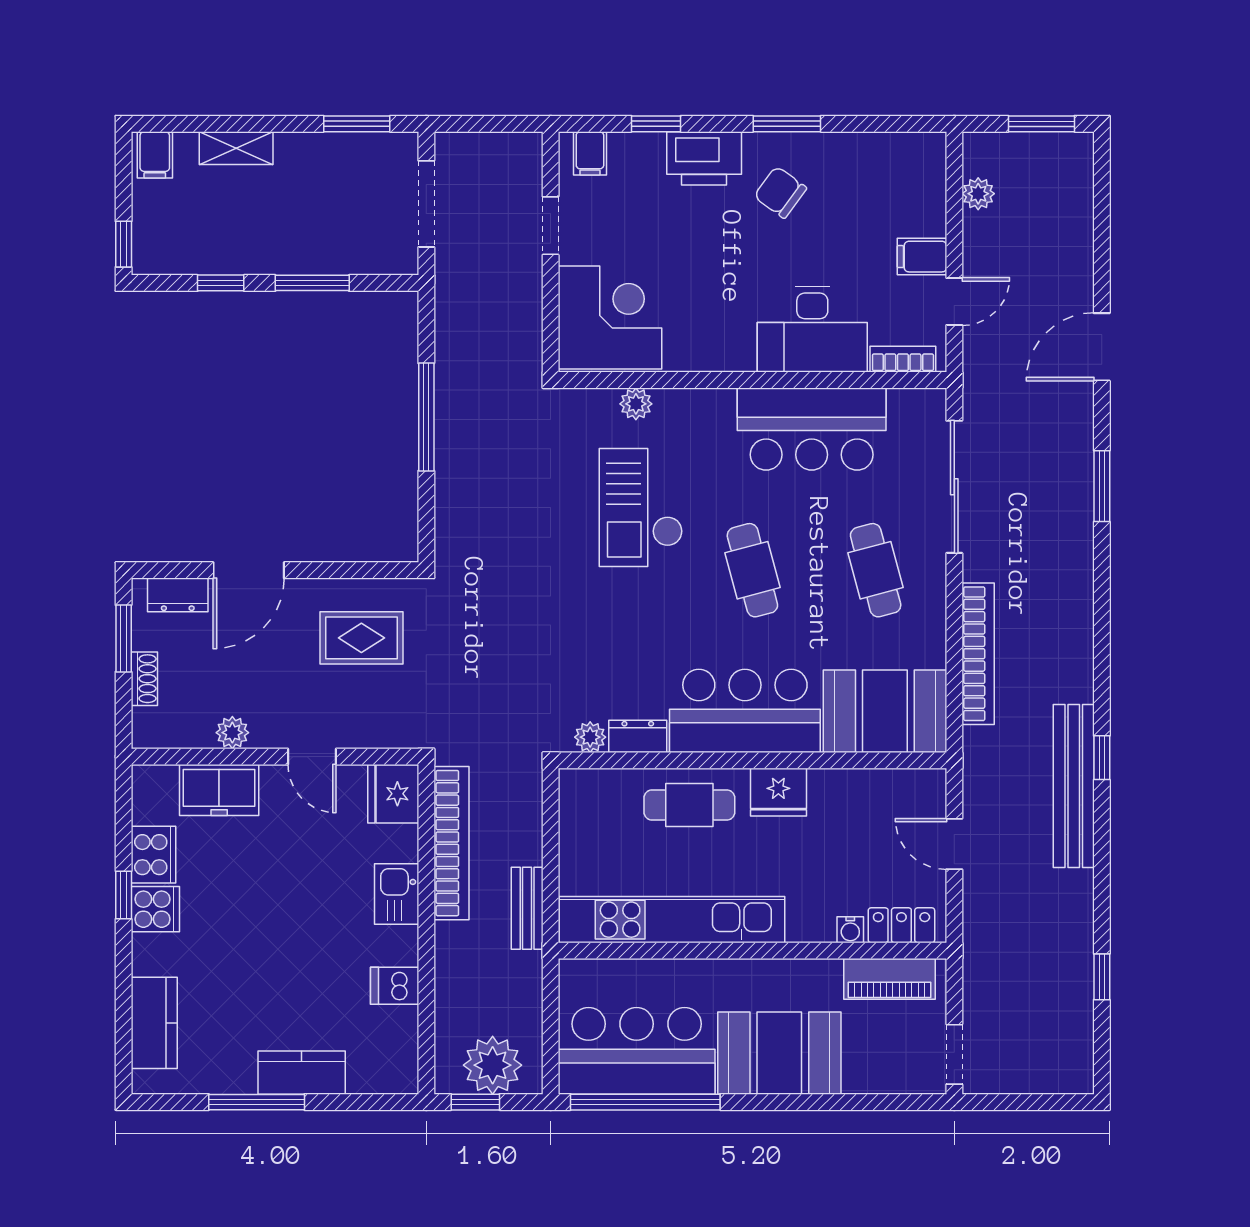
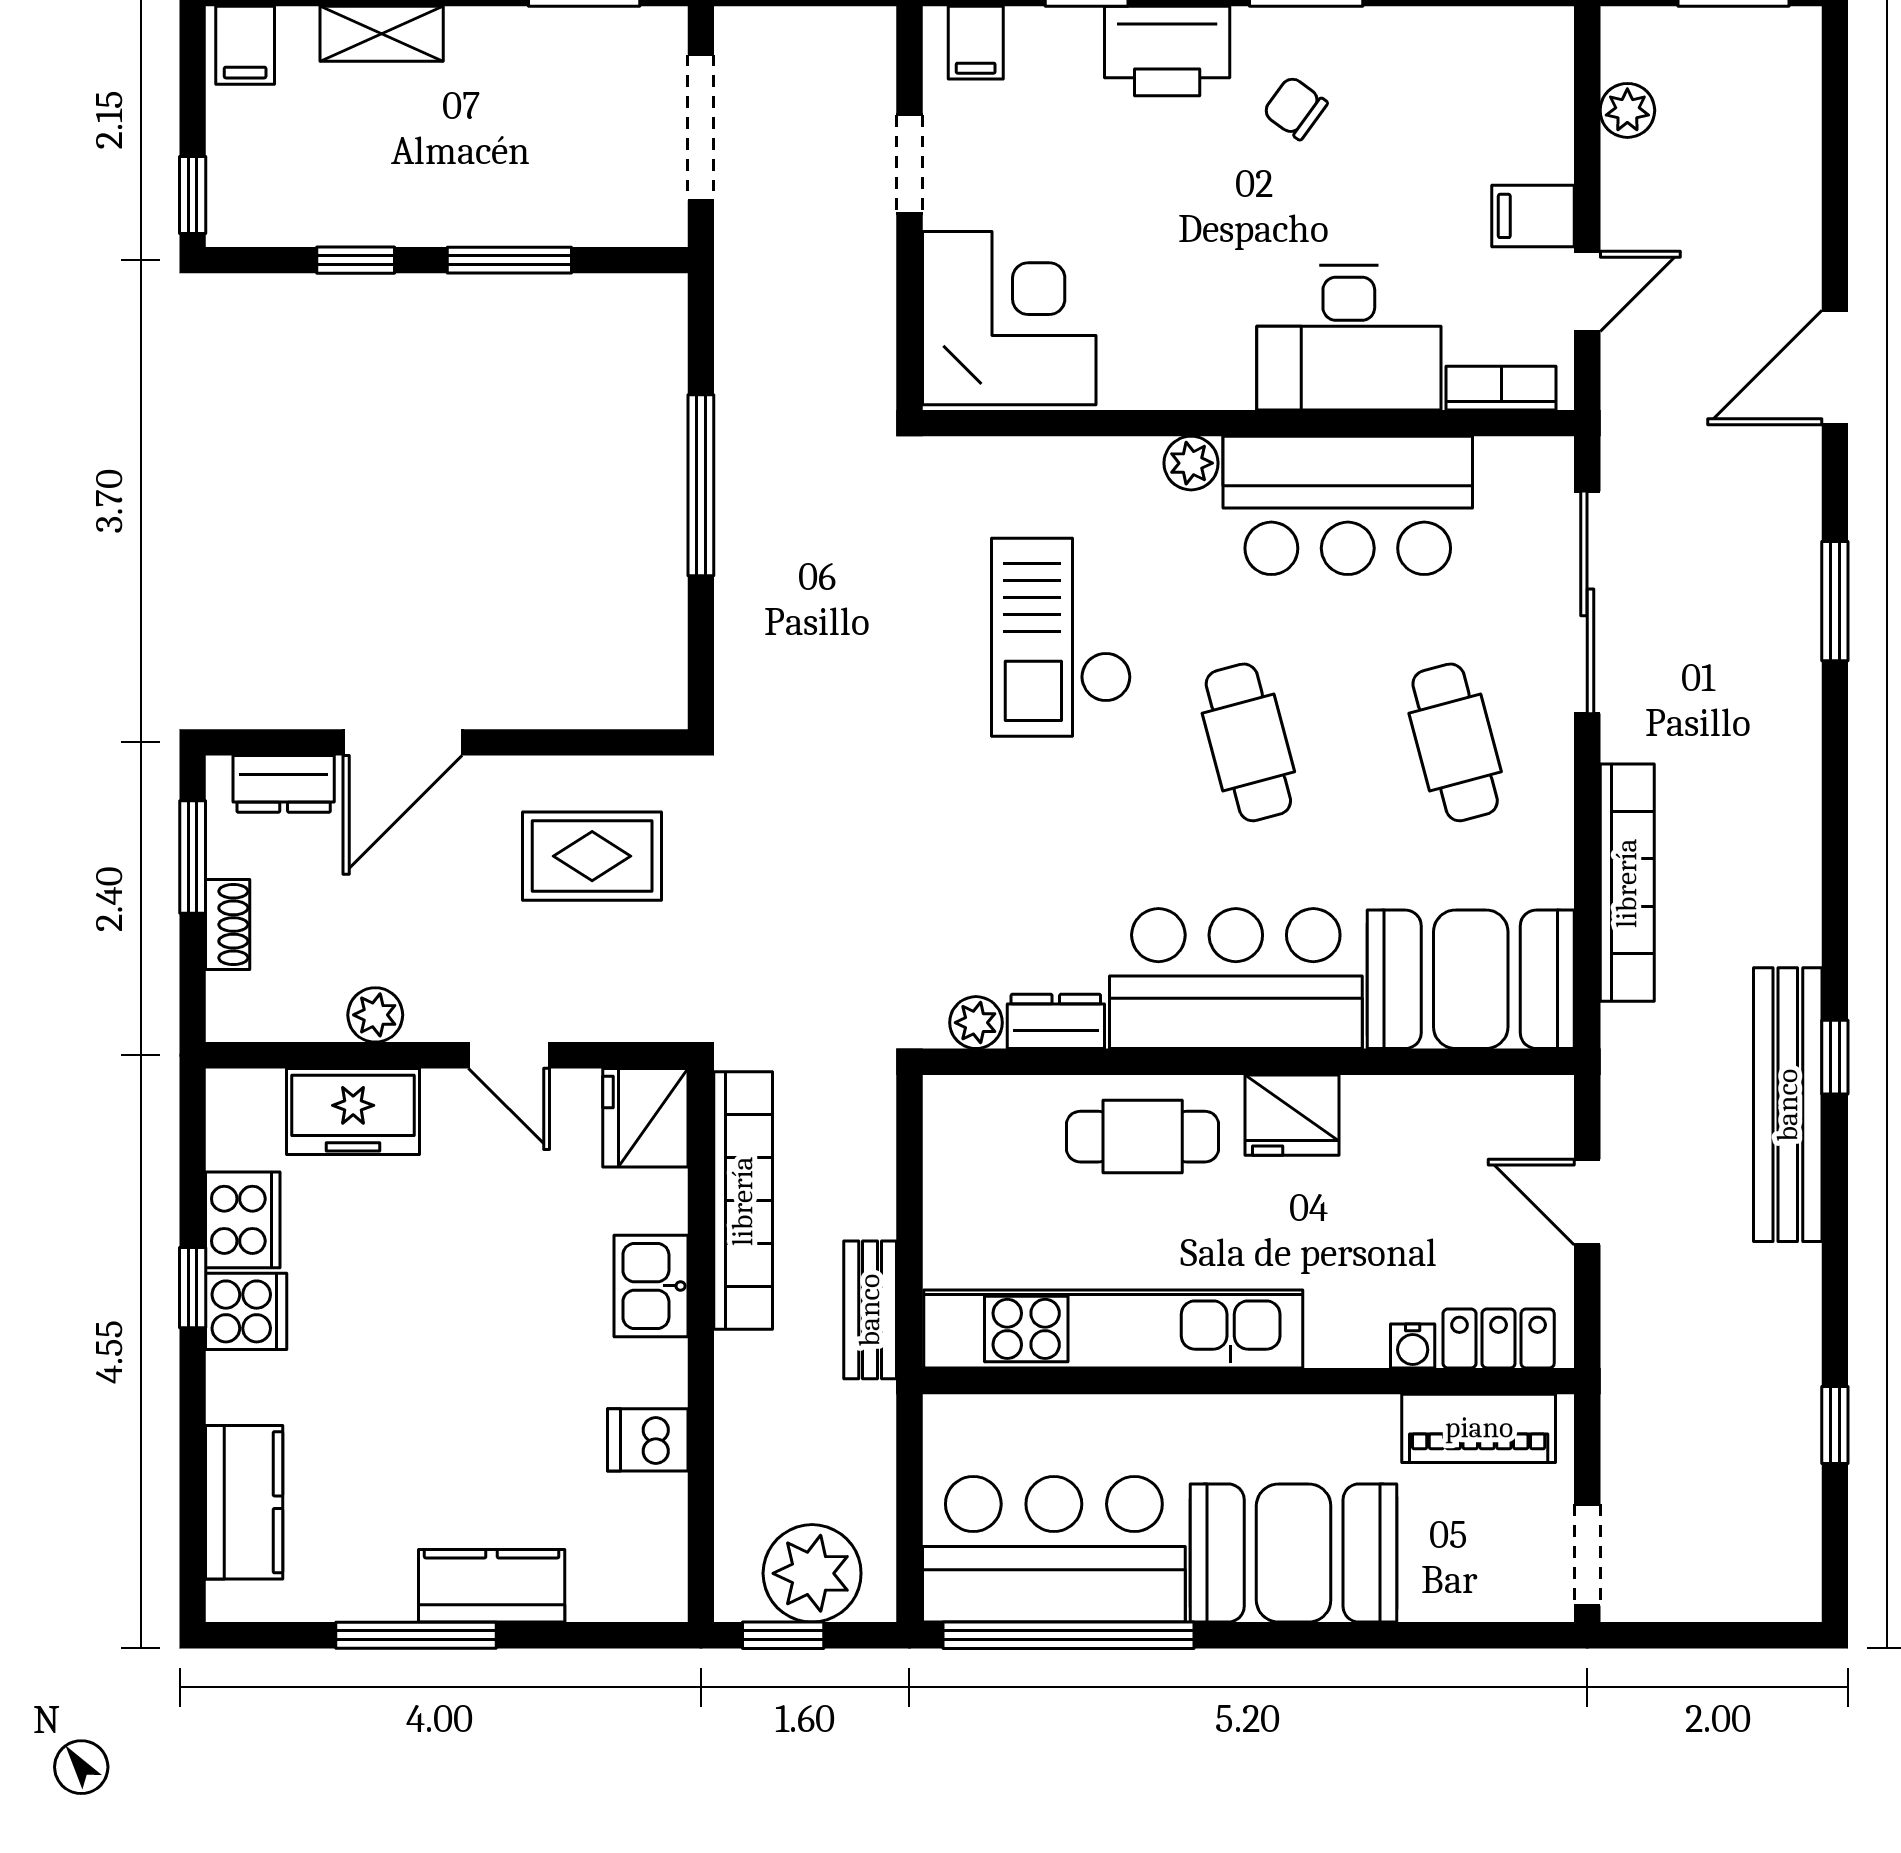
chair: (780, 192) -> (1295, 108), width x0.73, depth x0.73
plant: (636, 404) -> (1191, 463), moved

